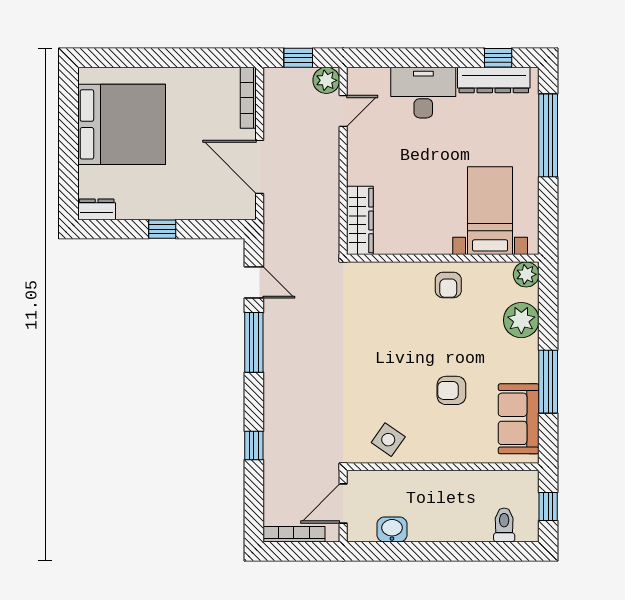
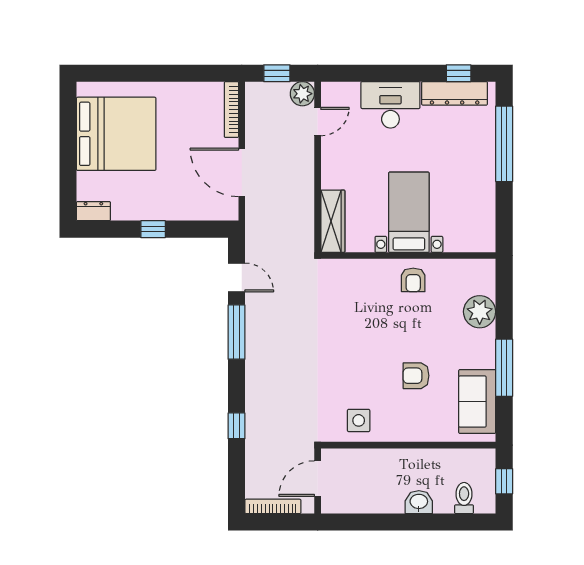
bed with nightstands: (490, 211) -> (409, 212), moved
plant: (526, 274) -> (484, 270), removed
side table: (388, 440) -> (359, 420), turned -35
washbasin: (392, 529) -> (419, 502), moved

